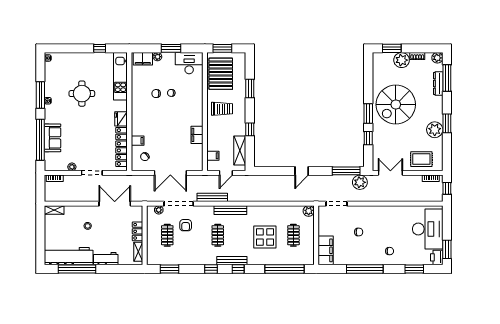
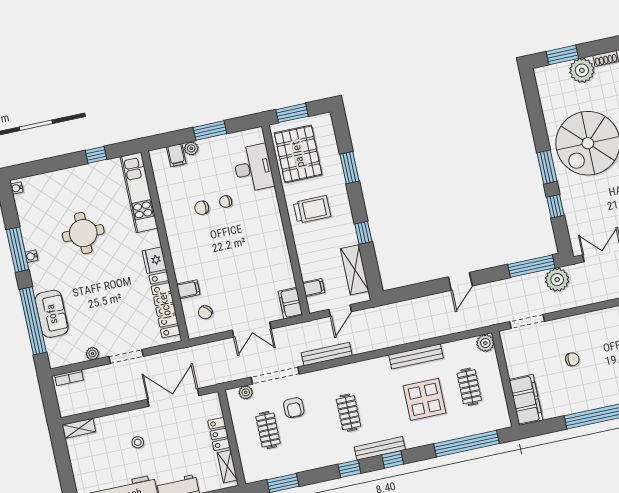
filing cabinet: (143, 59) -> (176, 155), width x0.50
desk: (189, 63) -> (253, 168), moved, turned 90
filing cabinet: (197, 135) -> (290, 303), moved
double door: (170, 173) -> (252, 329), width x0.73
bench: (230, 210) -> (416, 356), moved

